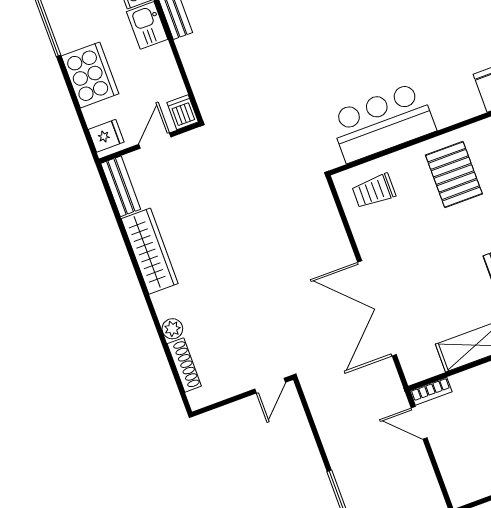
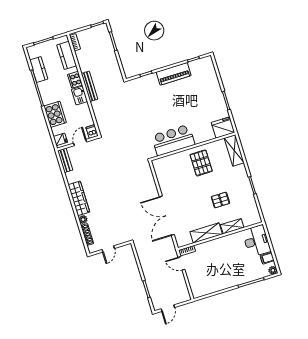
trolley: (374, 191) -> (168, 168), removed
wardrobe: (150, 251) -> (79, 198), moved
door: (270, 386) -> (108, 249), moved

